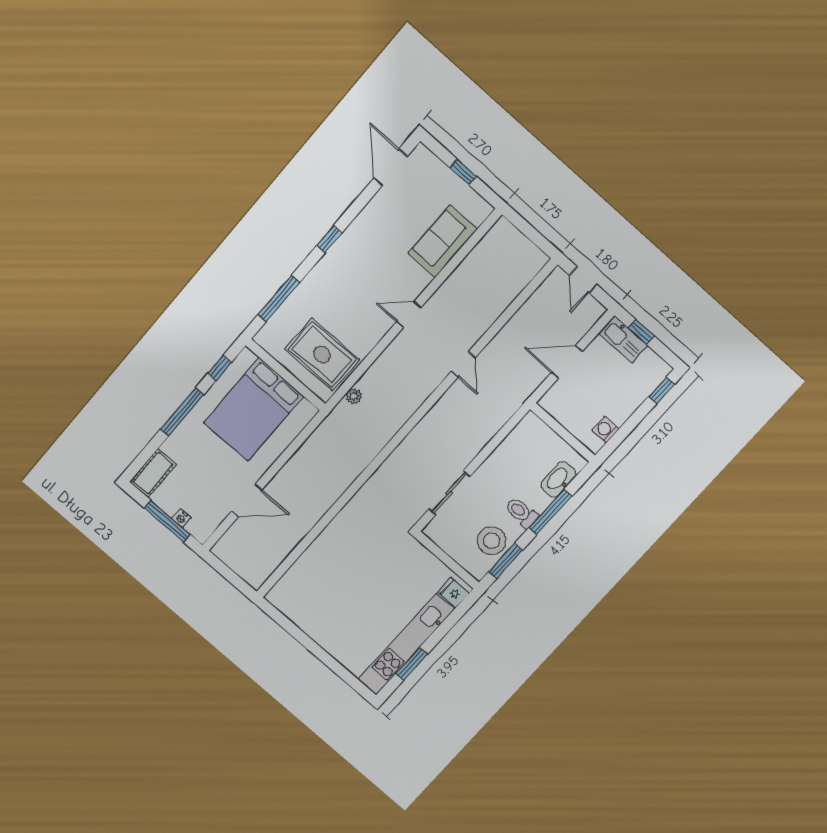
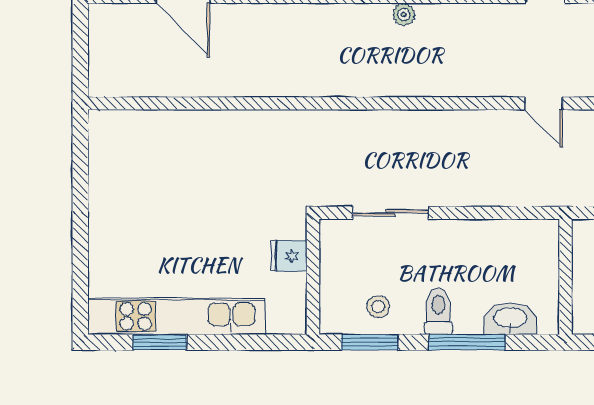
door: (463, 365) -> (544, 103), hinge flipped
stool: (492, 541) -> (378, 307), width x0.53, depth x0.53
fridge: (453, 593) -> (289, 256), moved, turned -90

